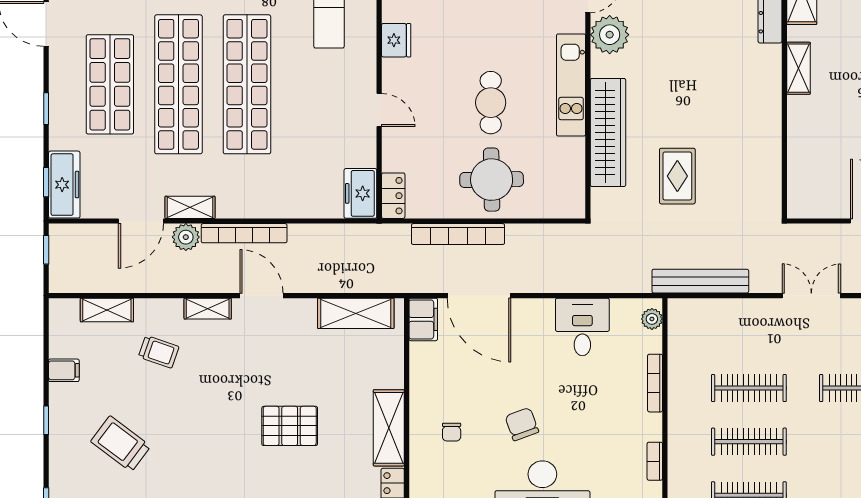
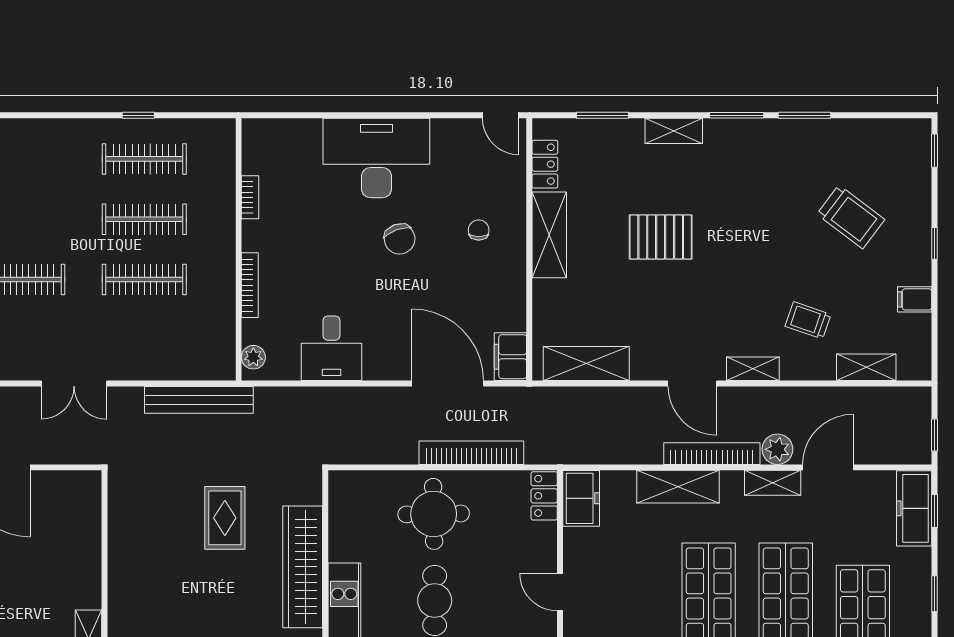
shelving: (274, 204) -> (678, 487), added

